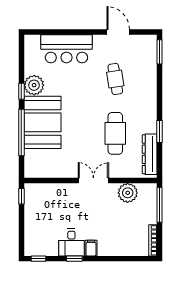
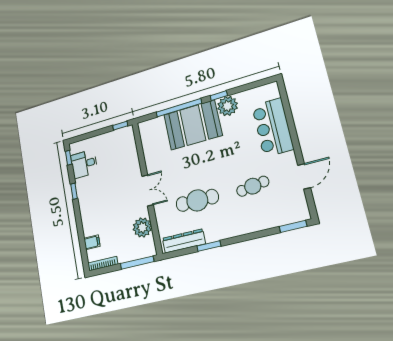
desk: (71, 242) -> (84, 164), moved
filing cabinet: (91, 248) -> (92, 242), moved

